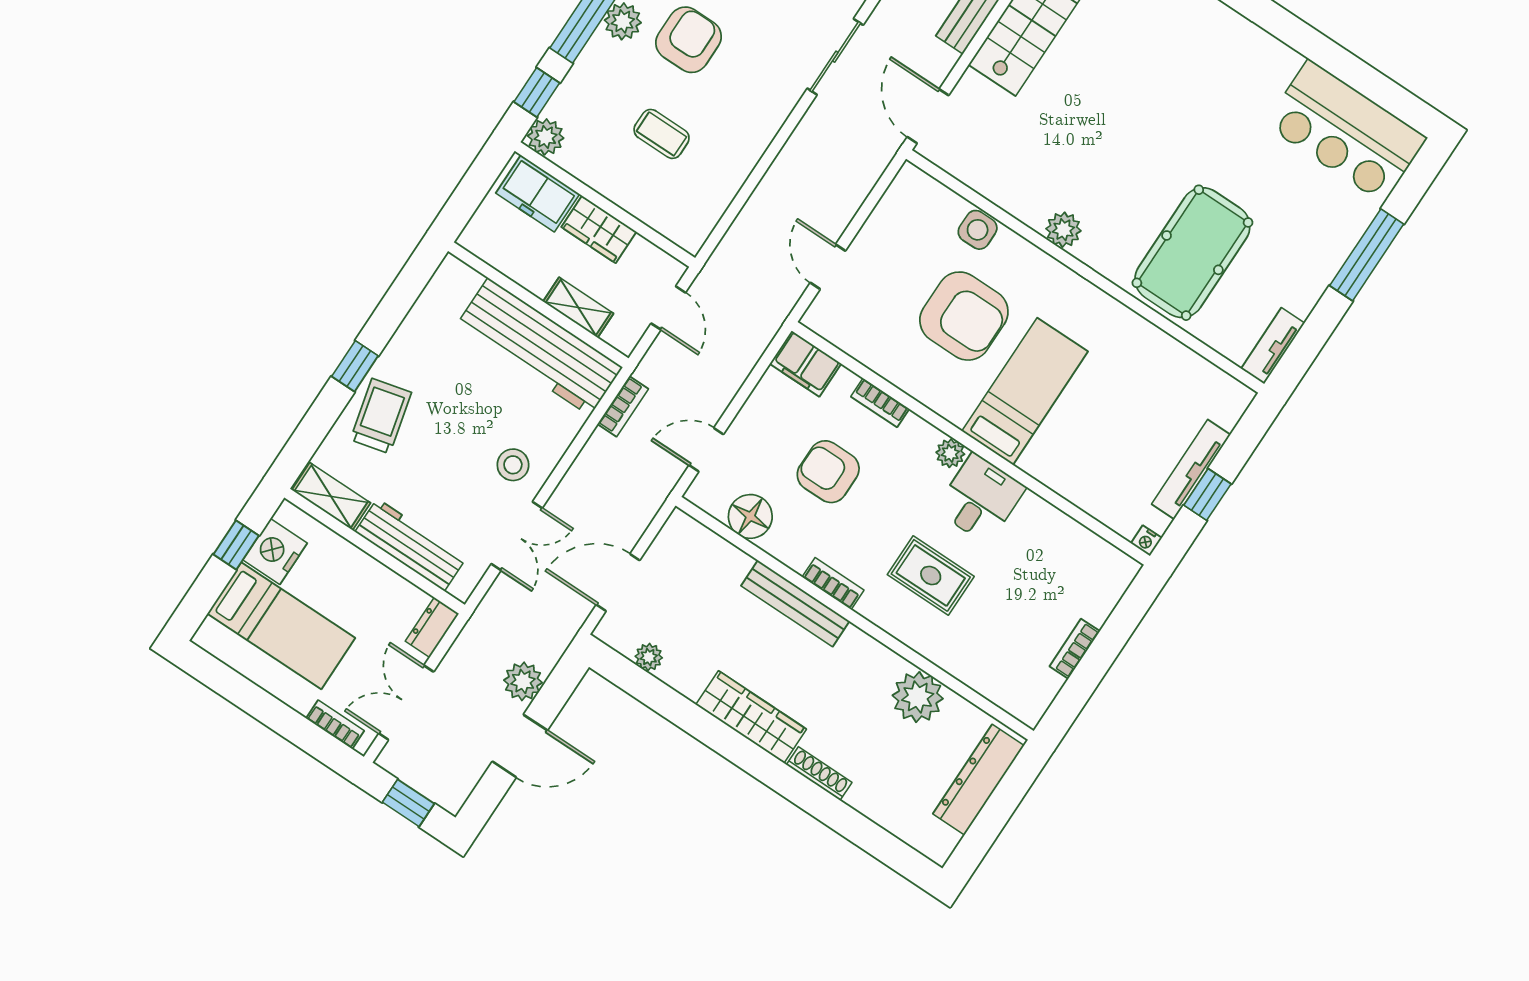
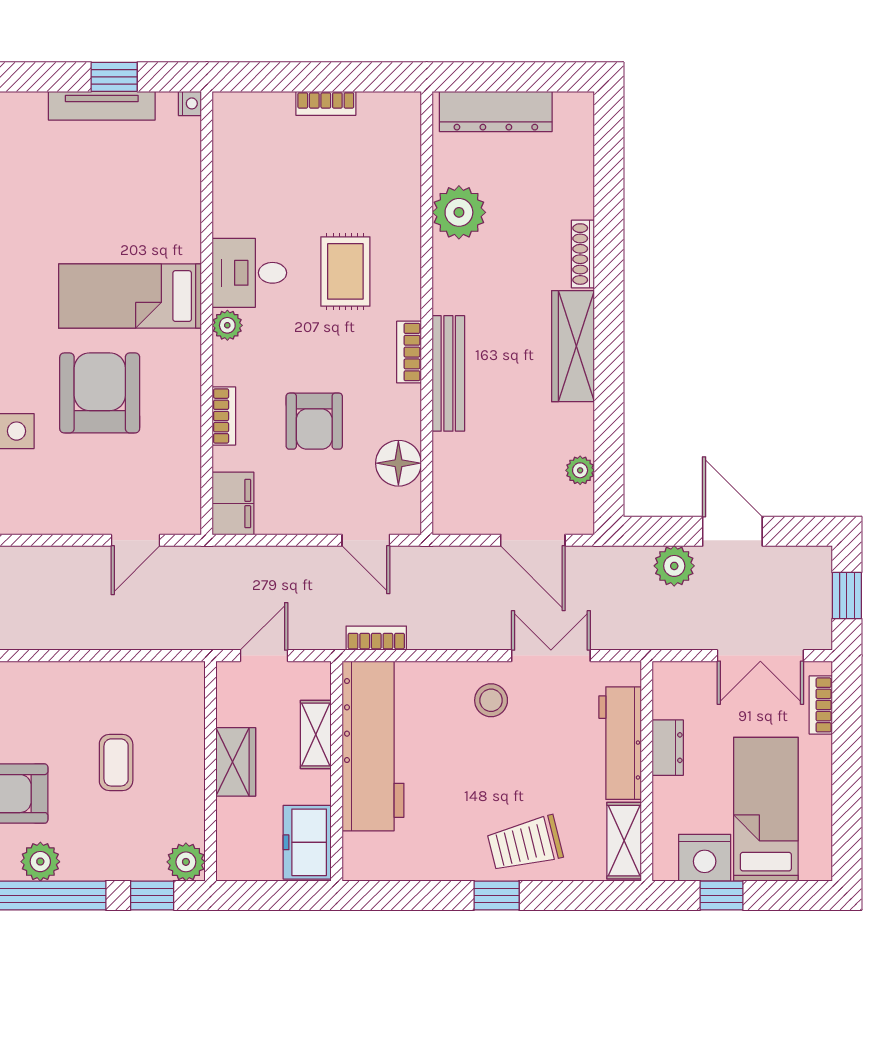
freezer: (538, 193) -> (307, 842), moved, turned 180
dresser: (432, 627) -> (668, 748), moved, turned -90

